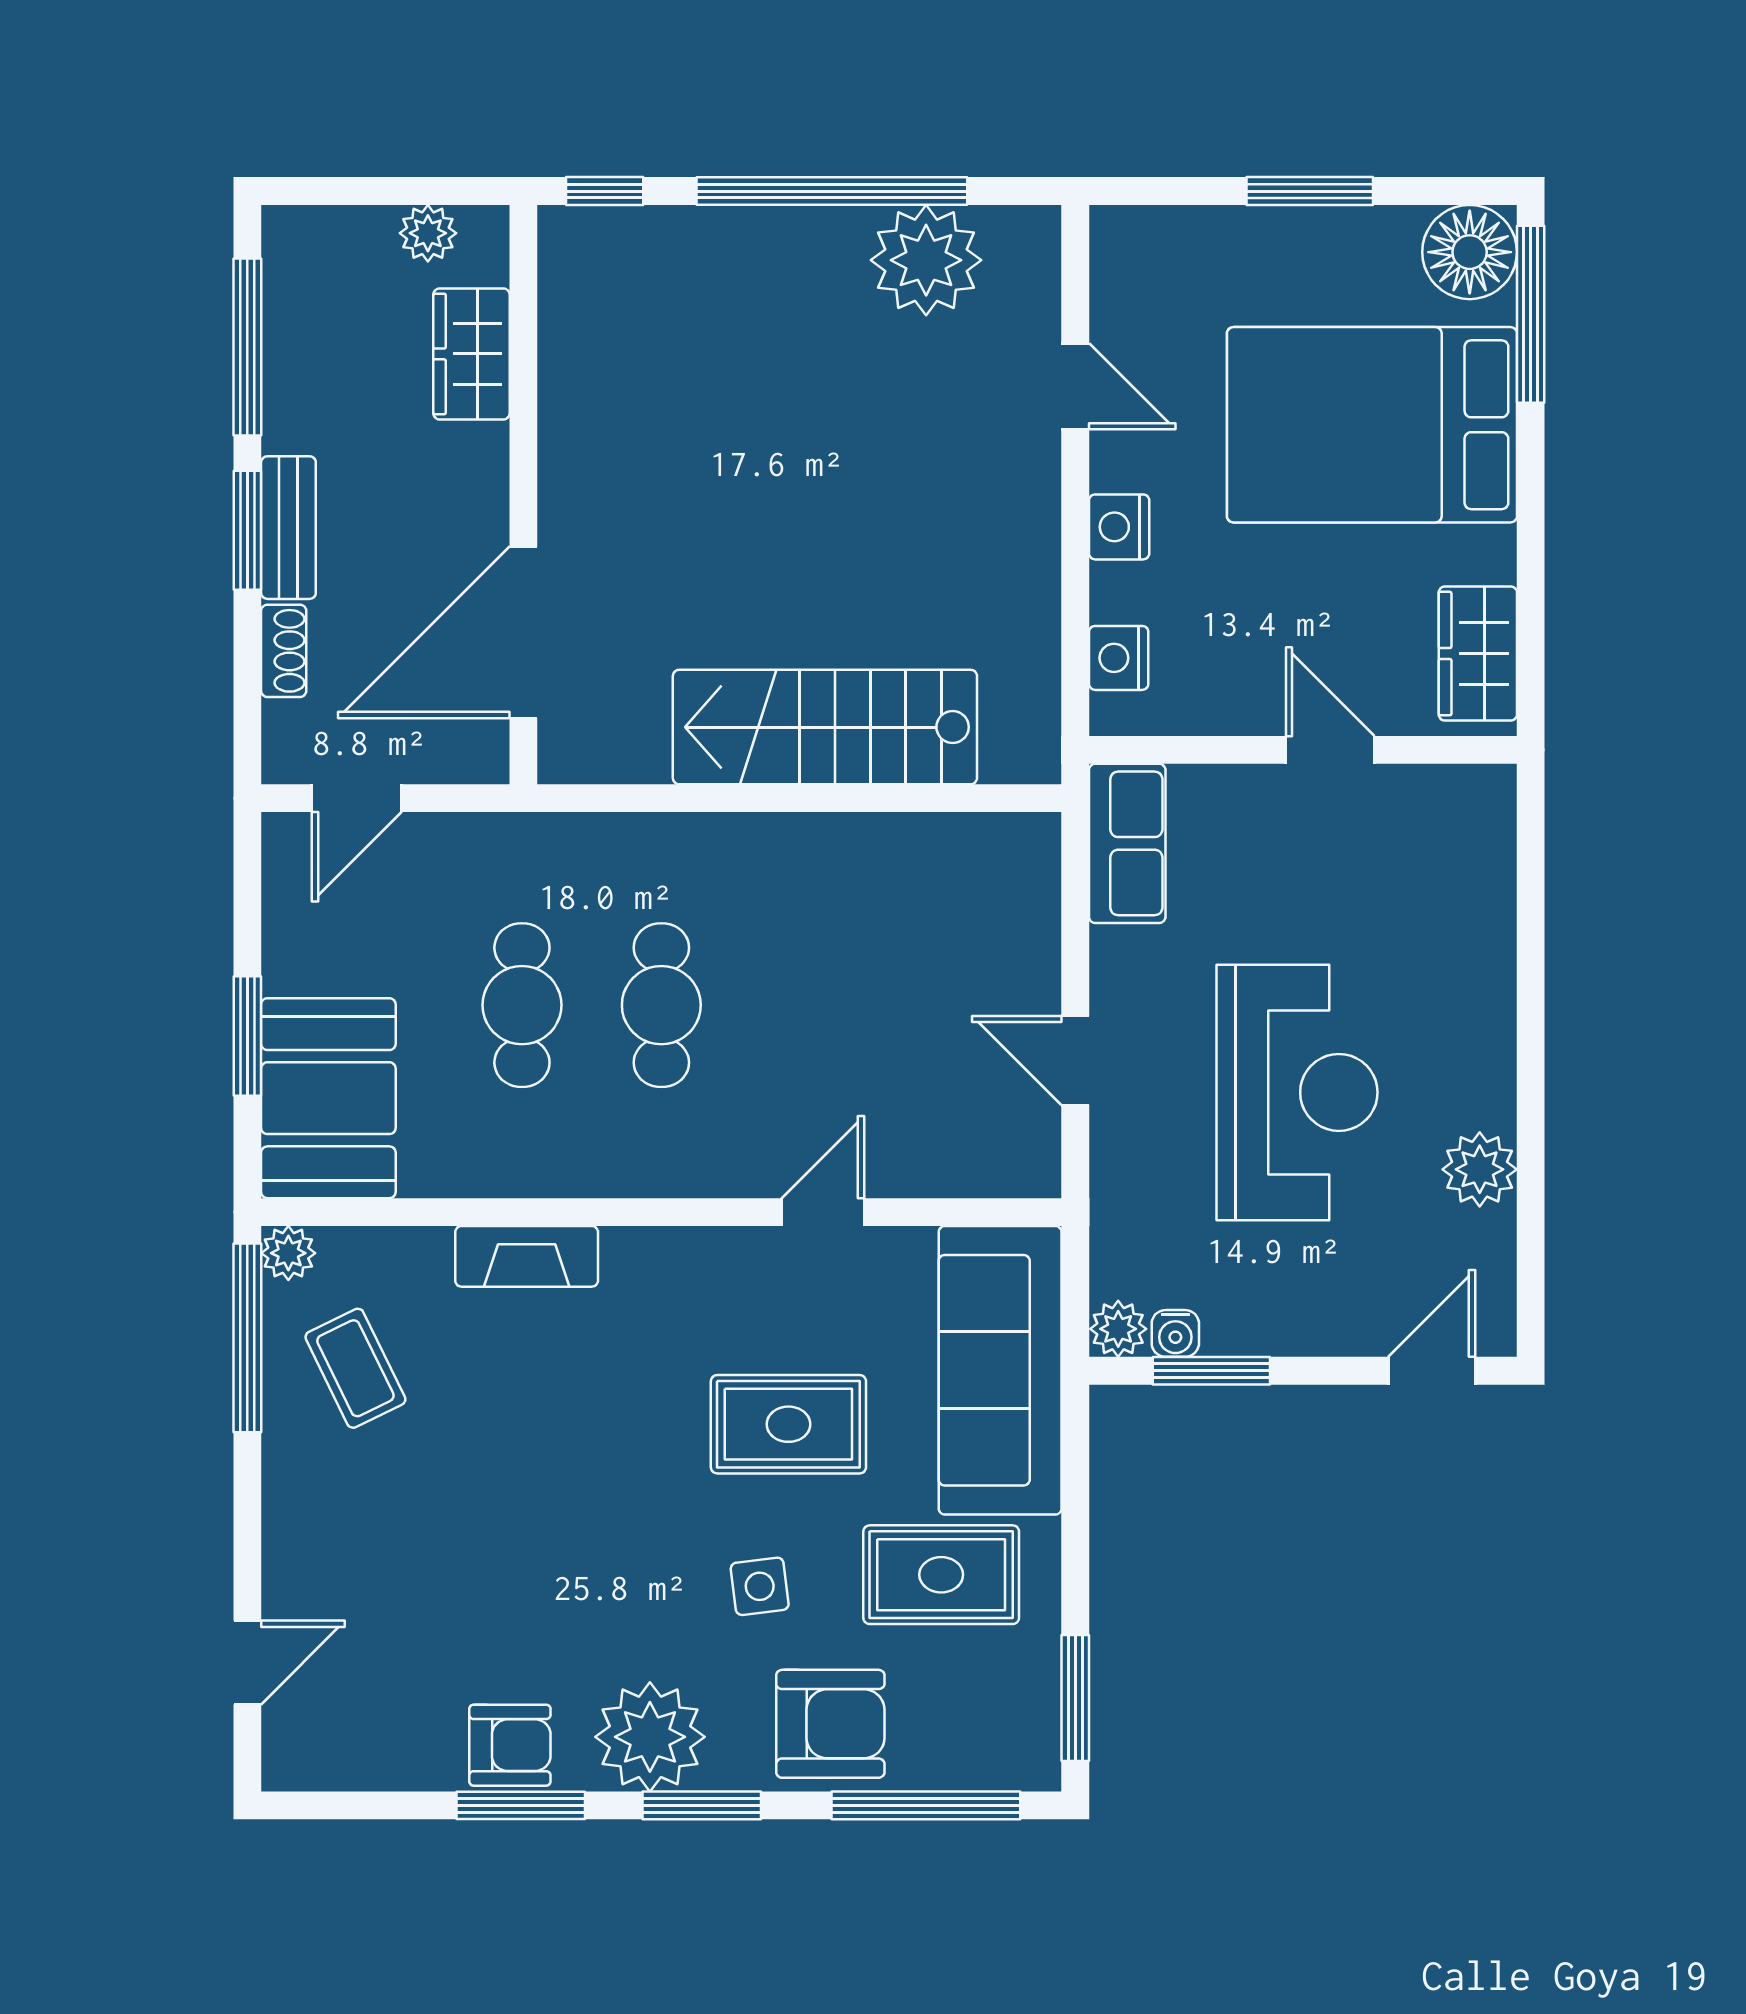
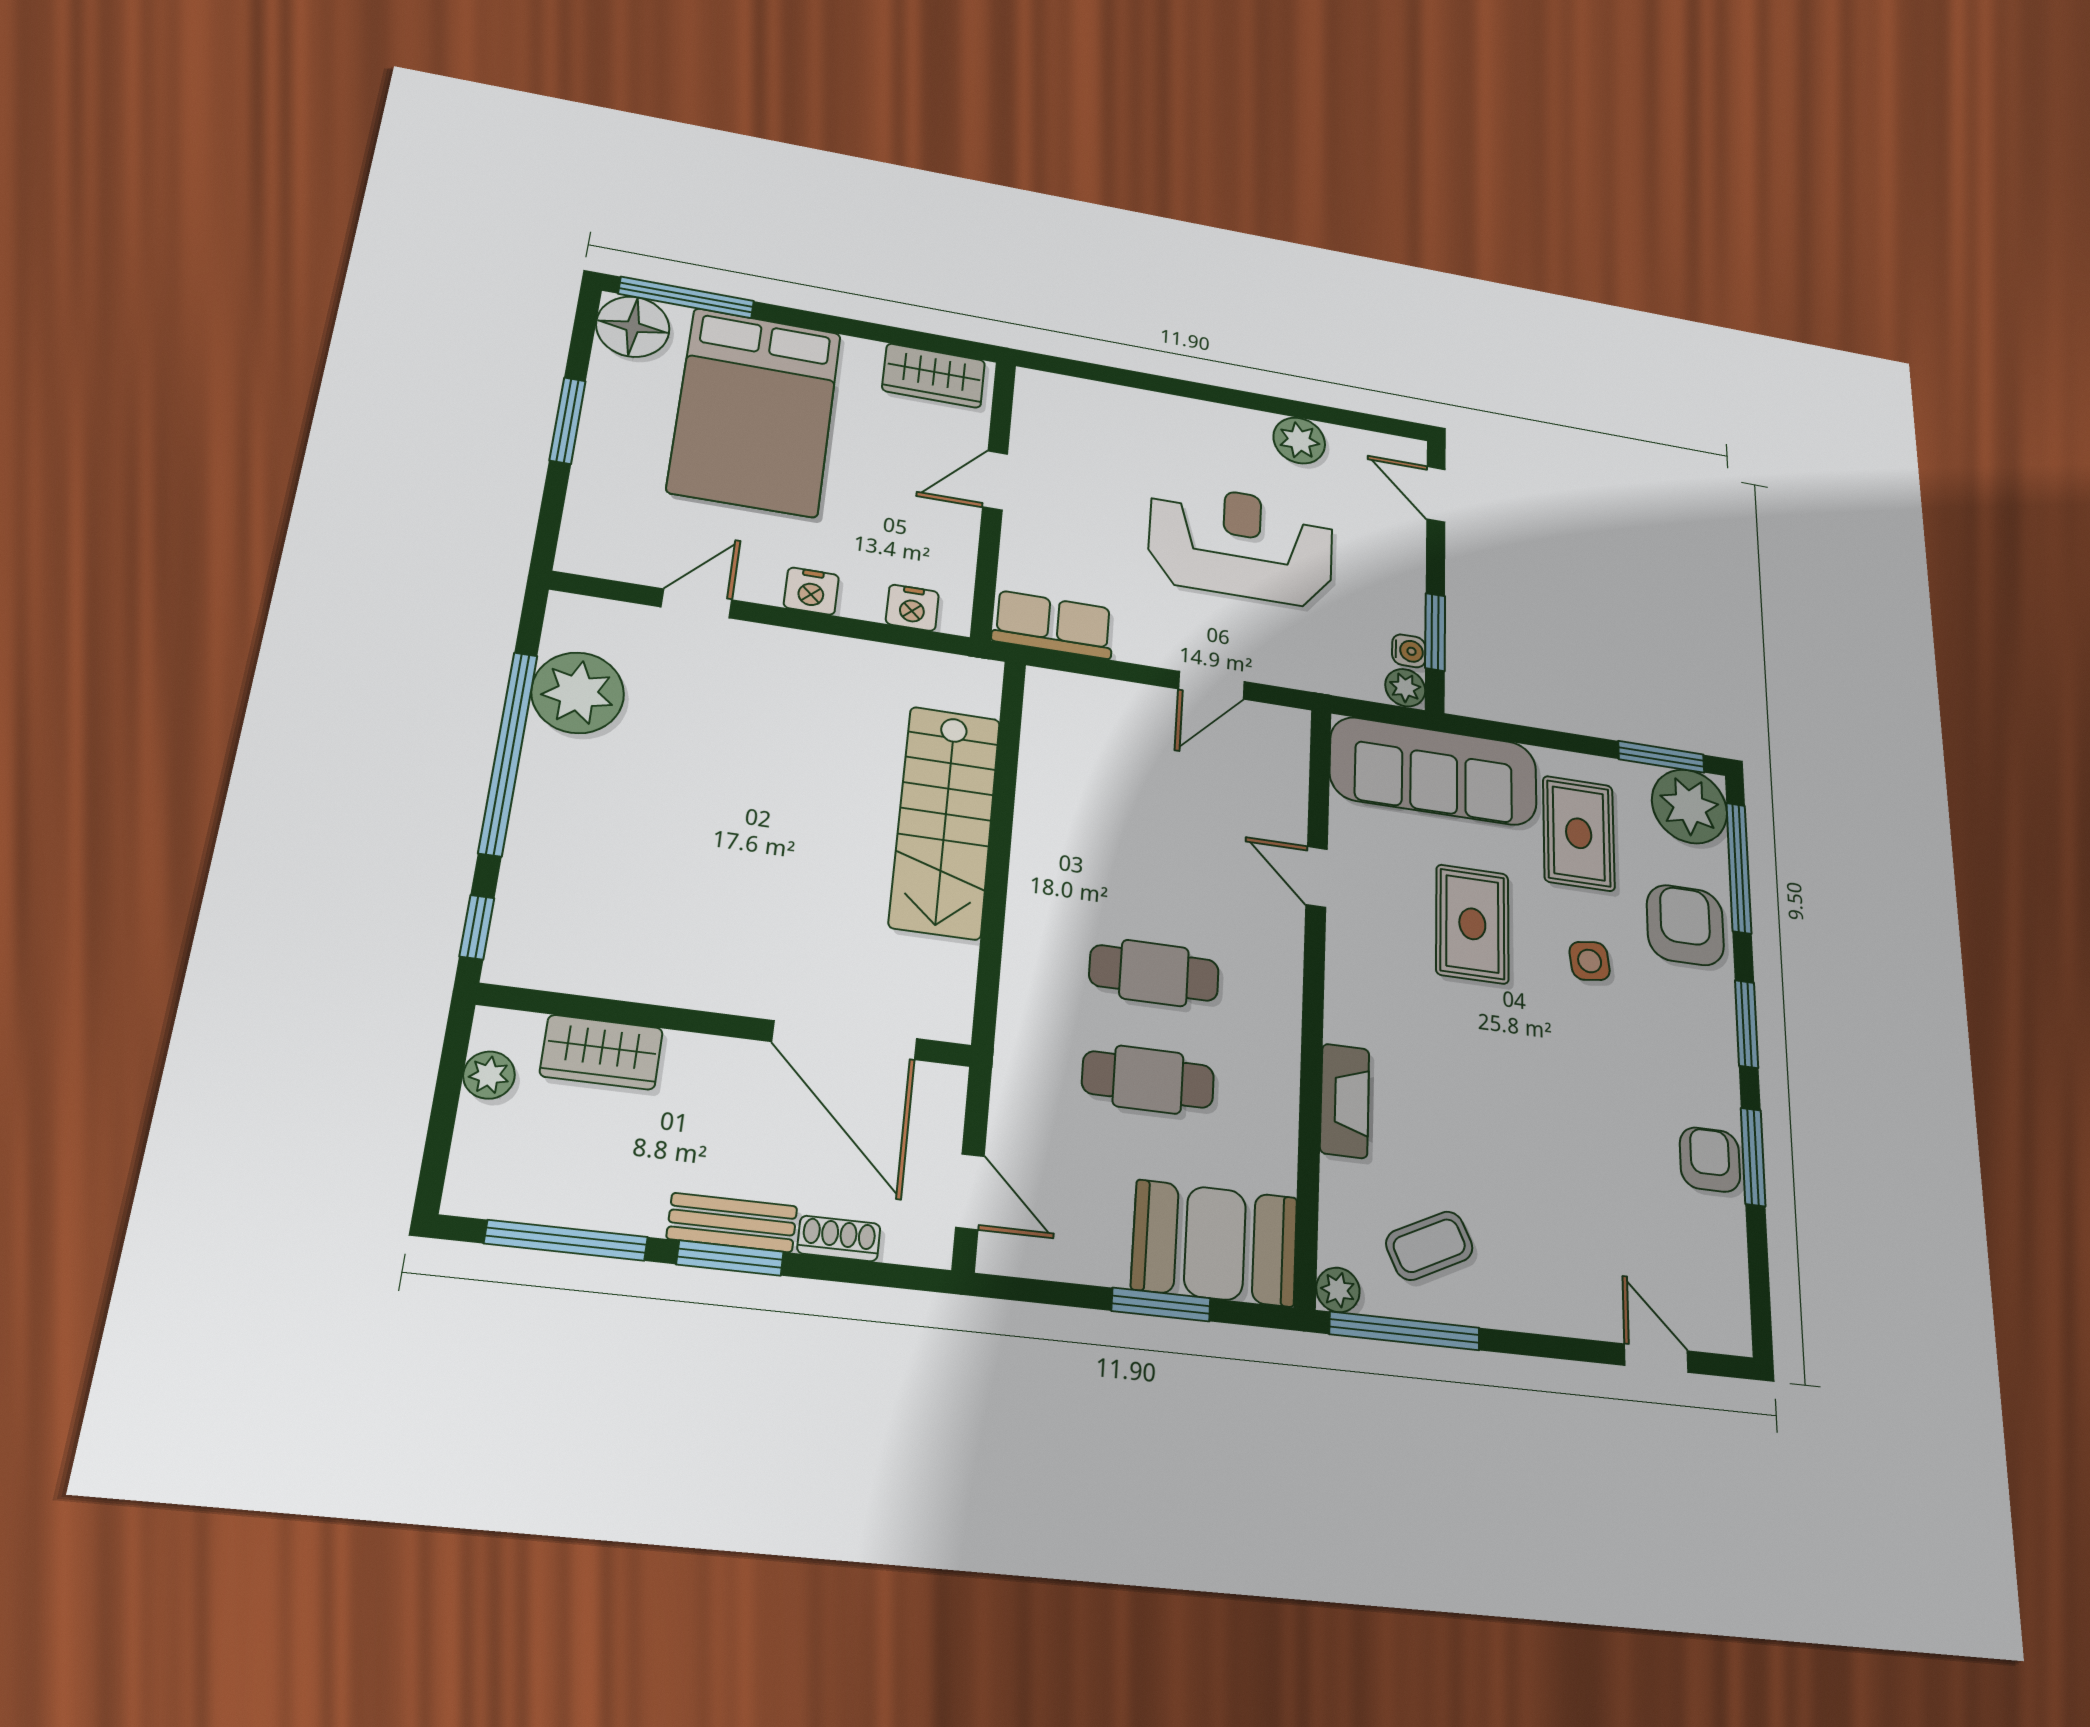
plant: (650, 1737) -> (1689, 806), moved

